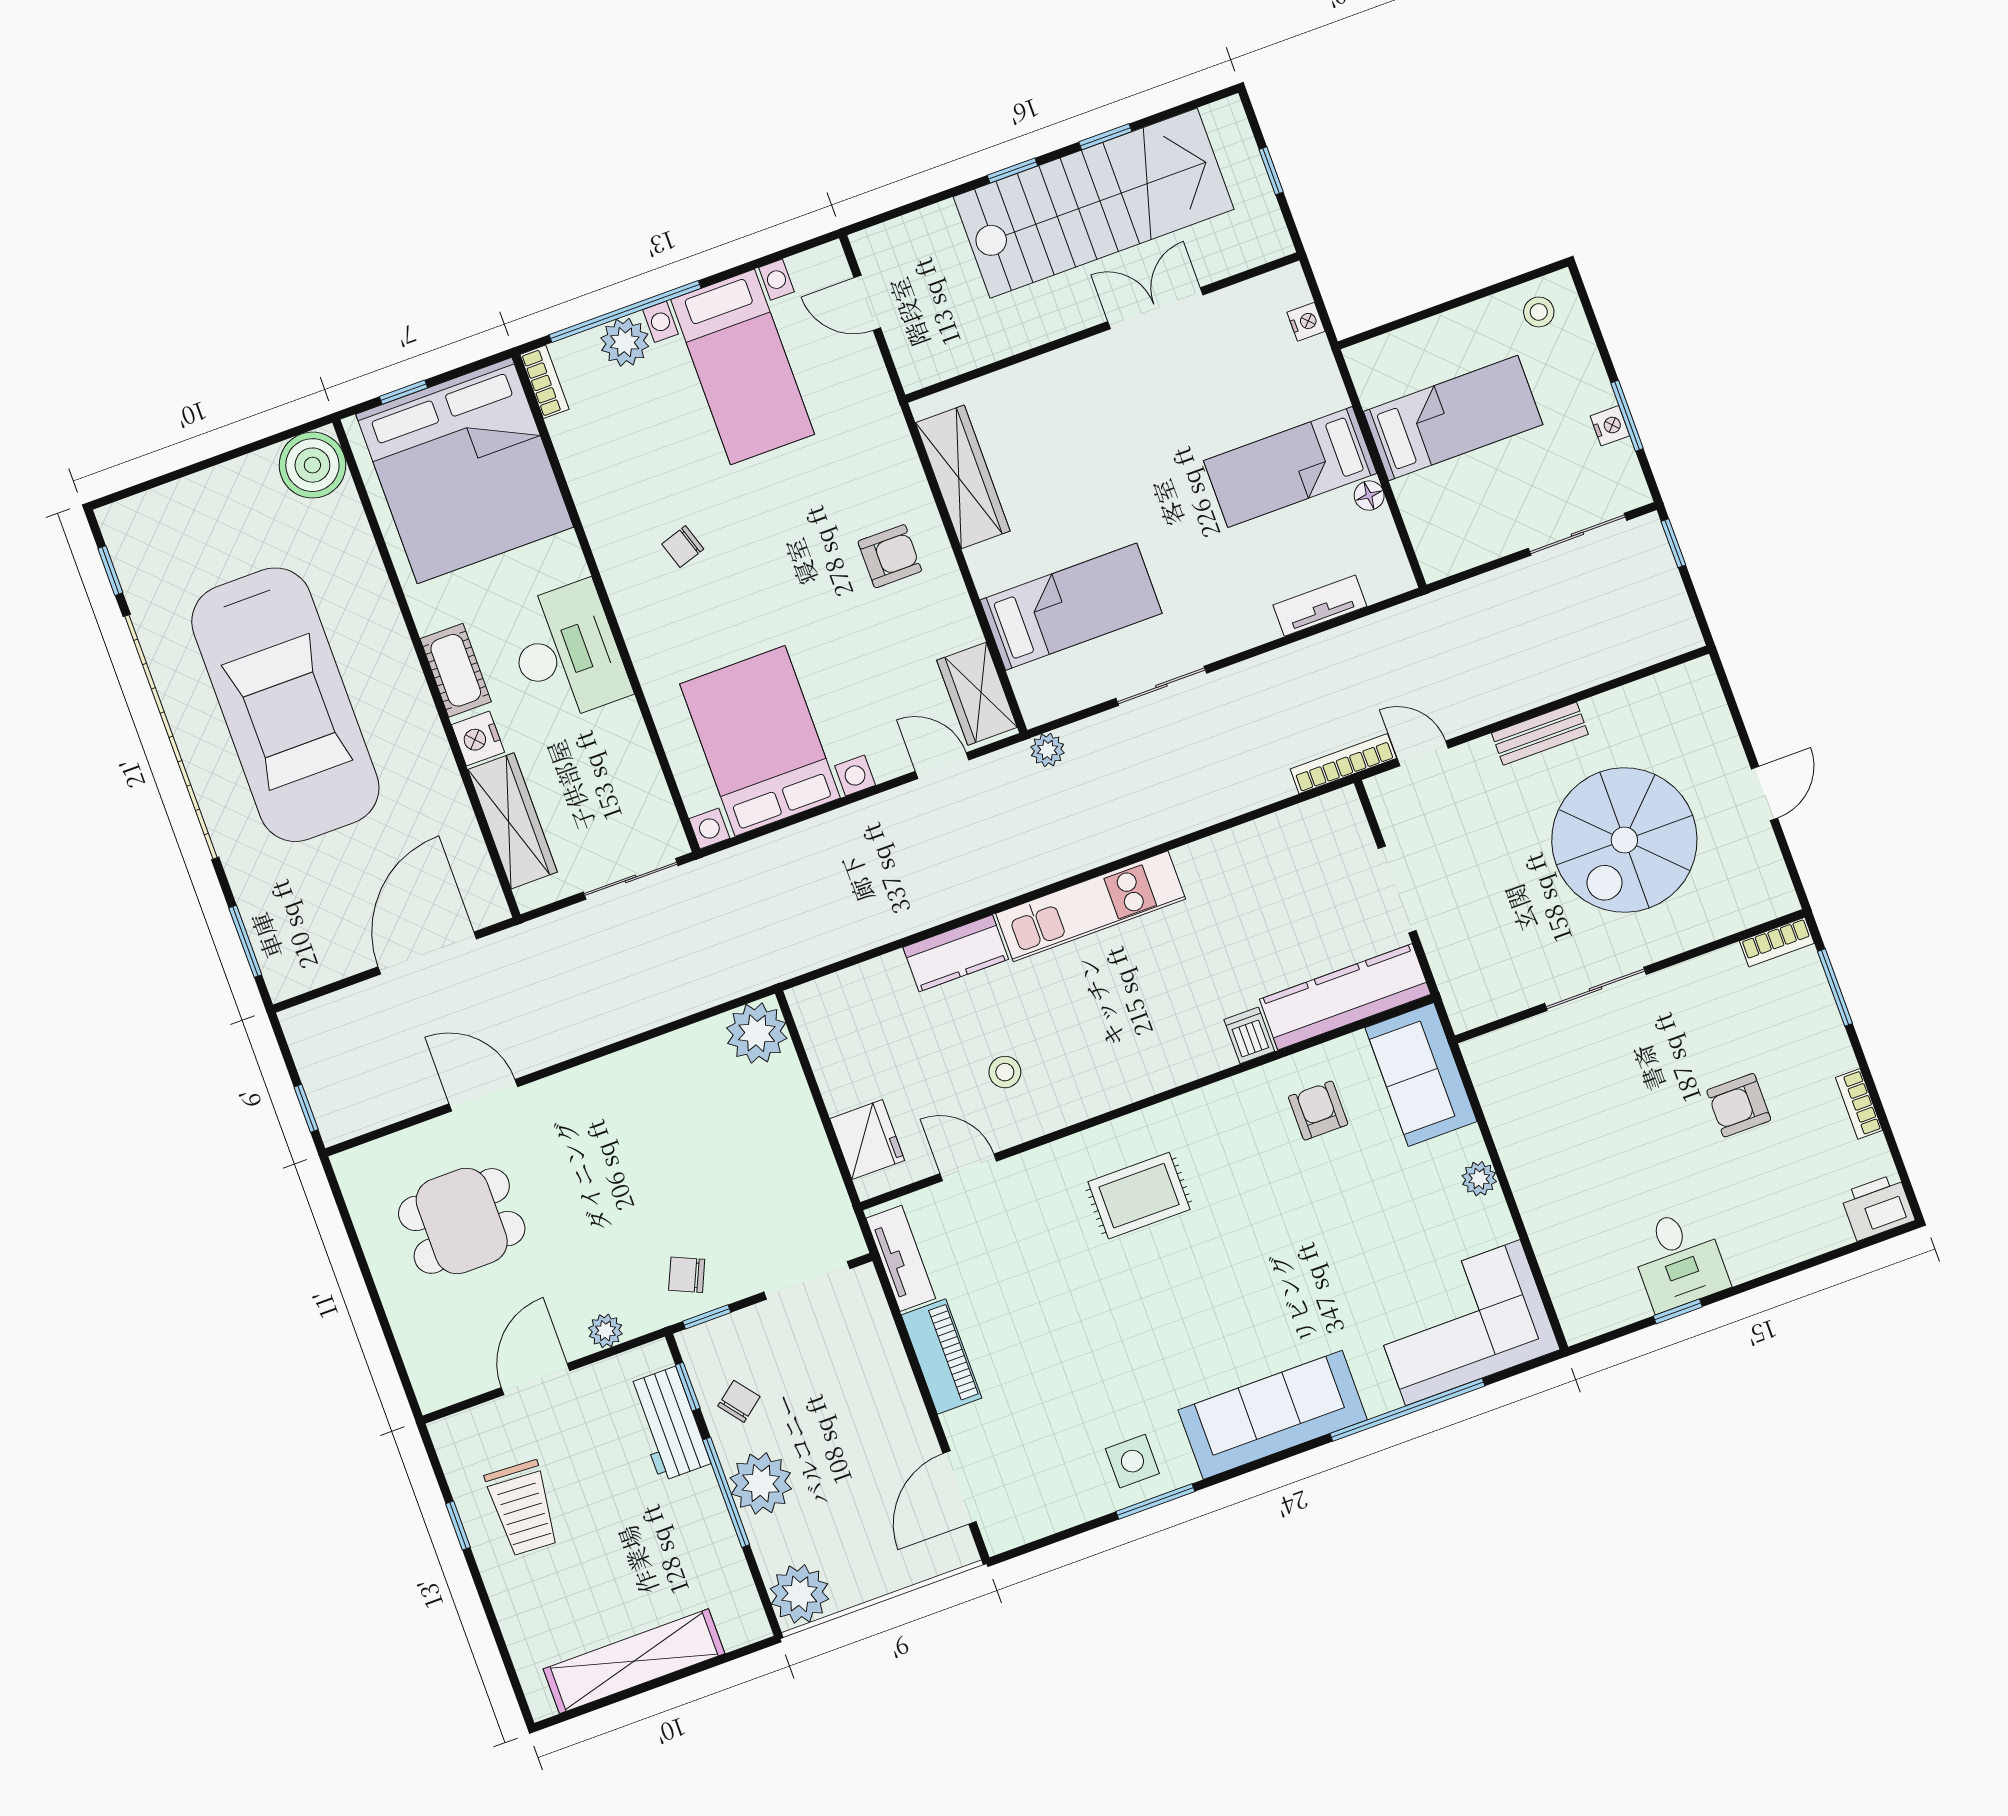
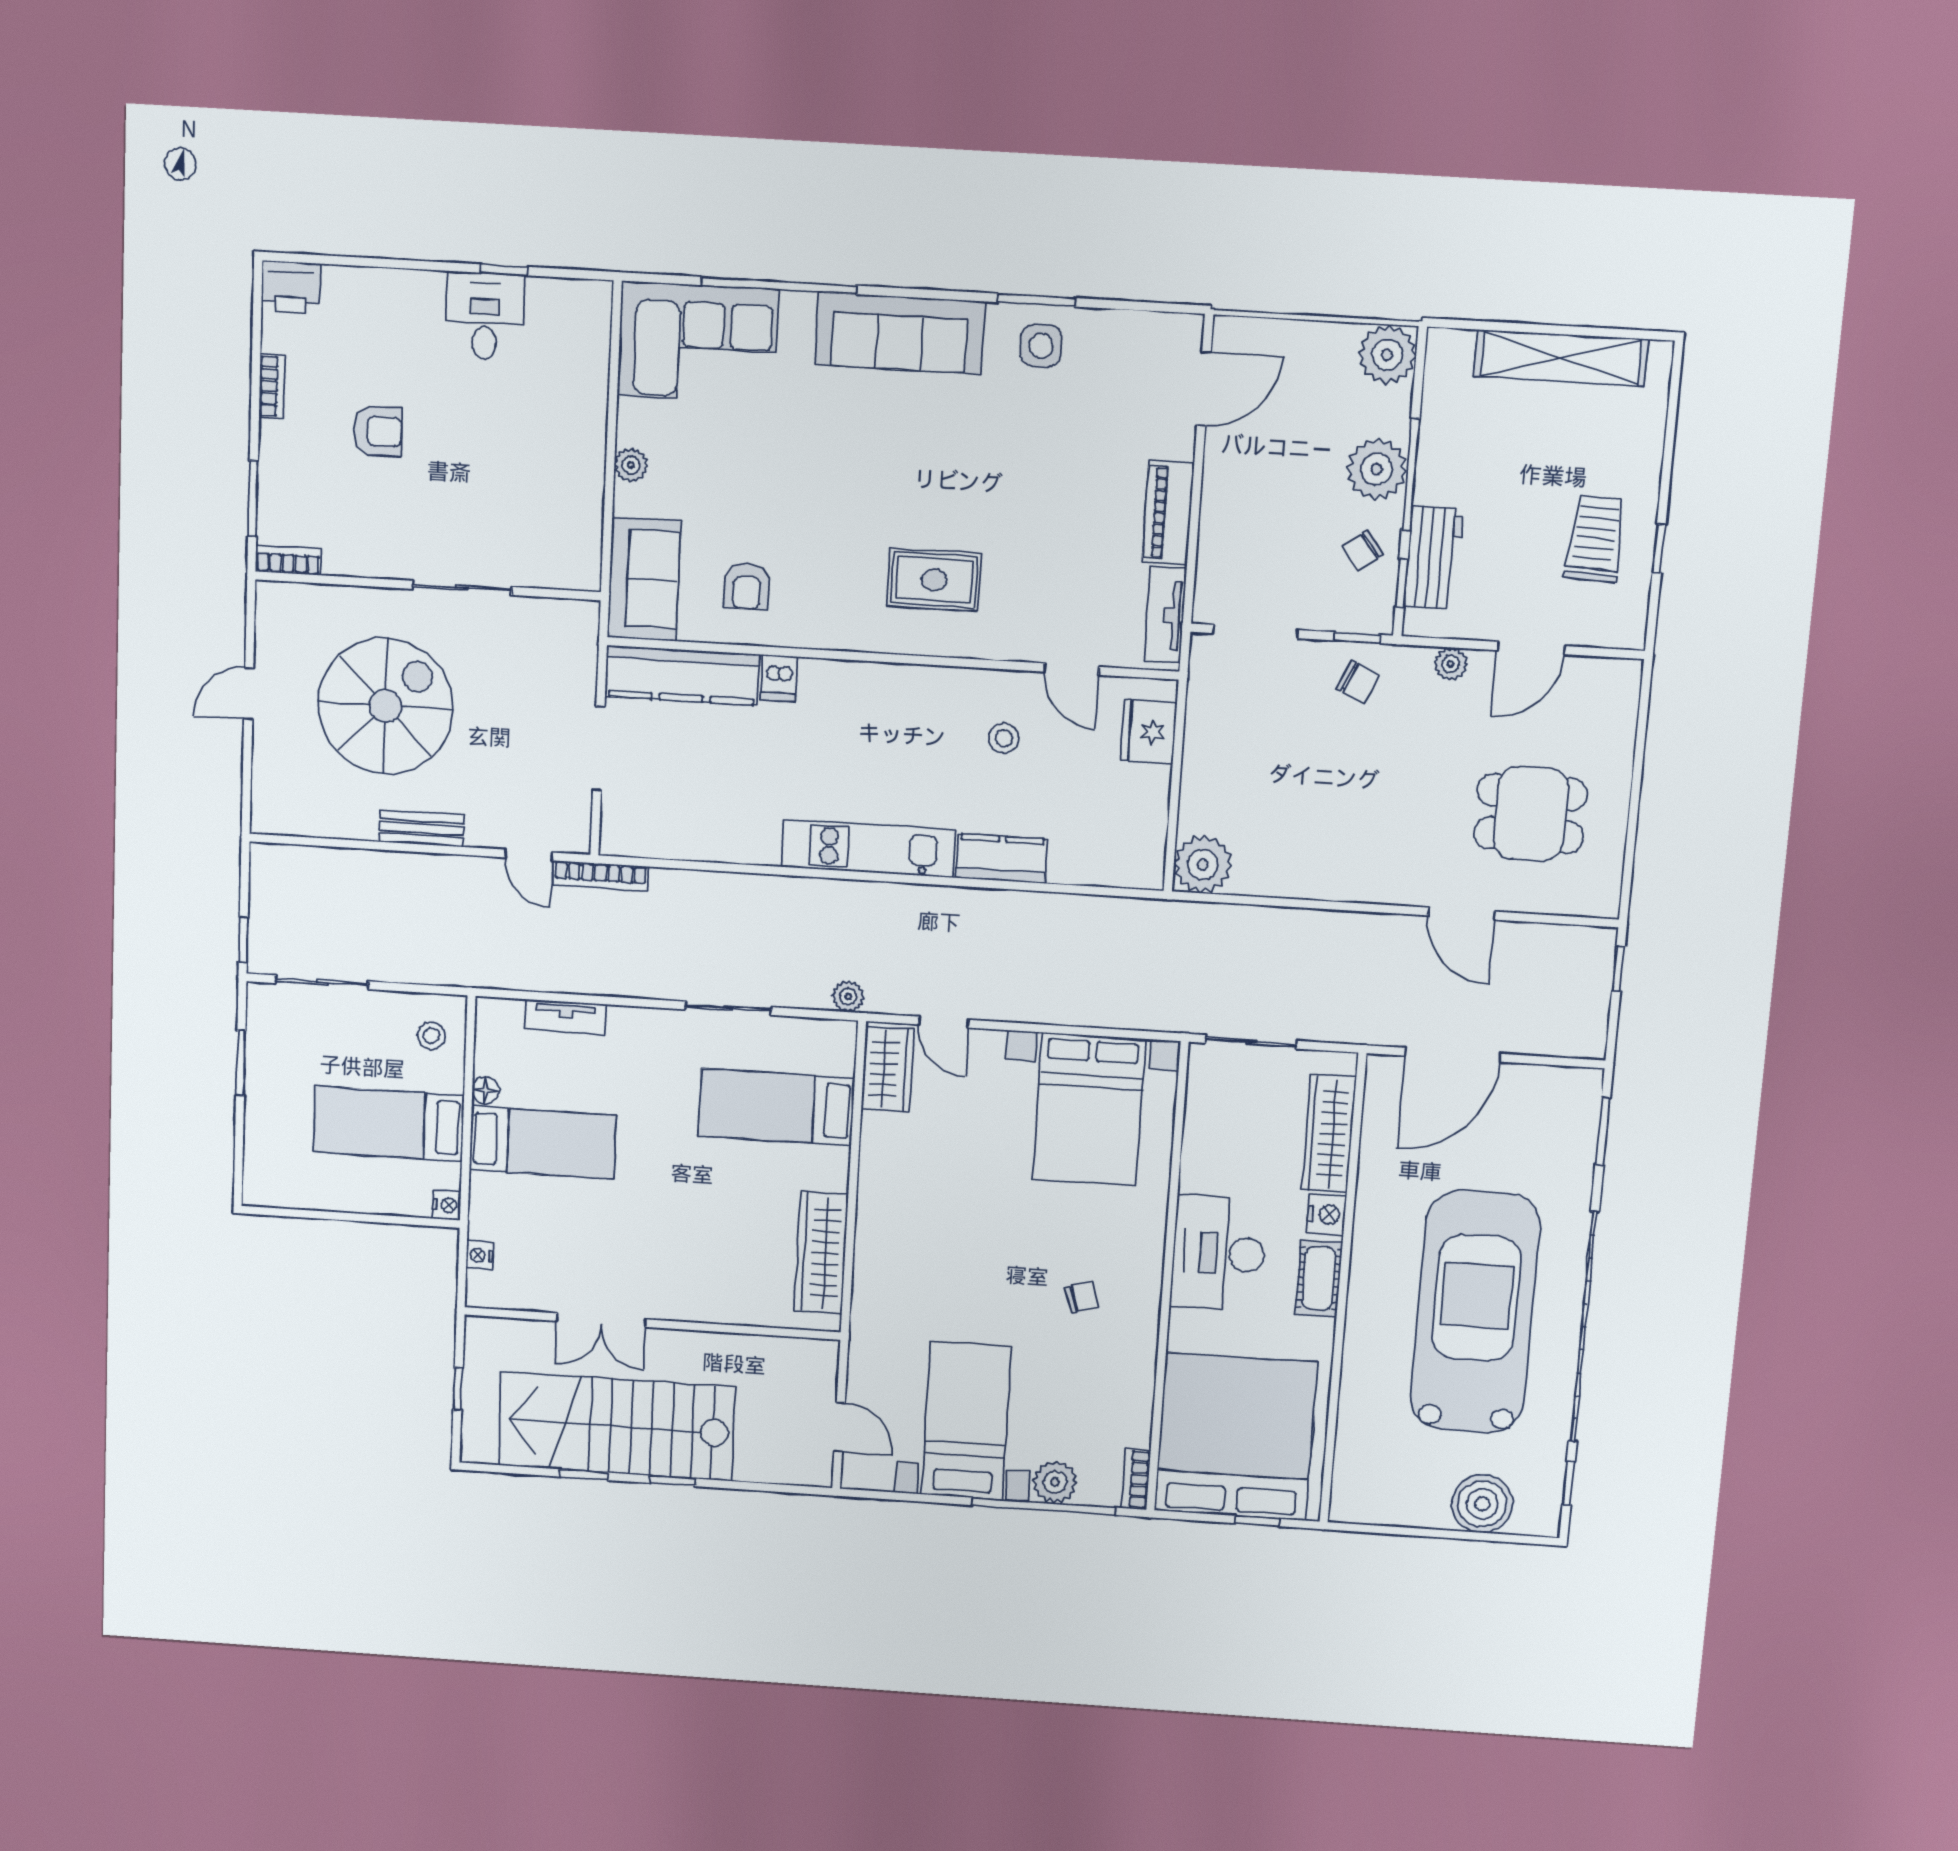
stool: (1539, 312) -> (431, 1036), moved
nightstand: (1610, 426) -> (447, 1205), moved, turned 180
boiler: (312, 465) -> (1482, 1504), moved
armchair: (890, 556) -> (911, 1214), removed

